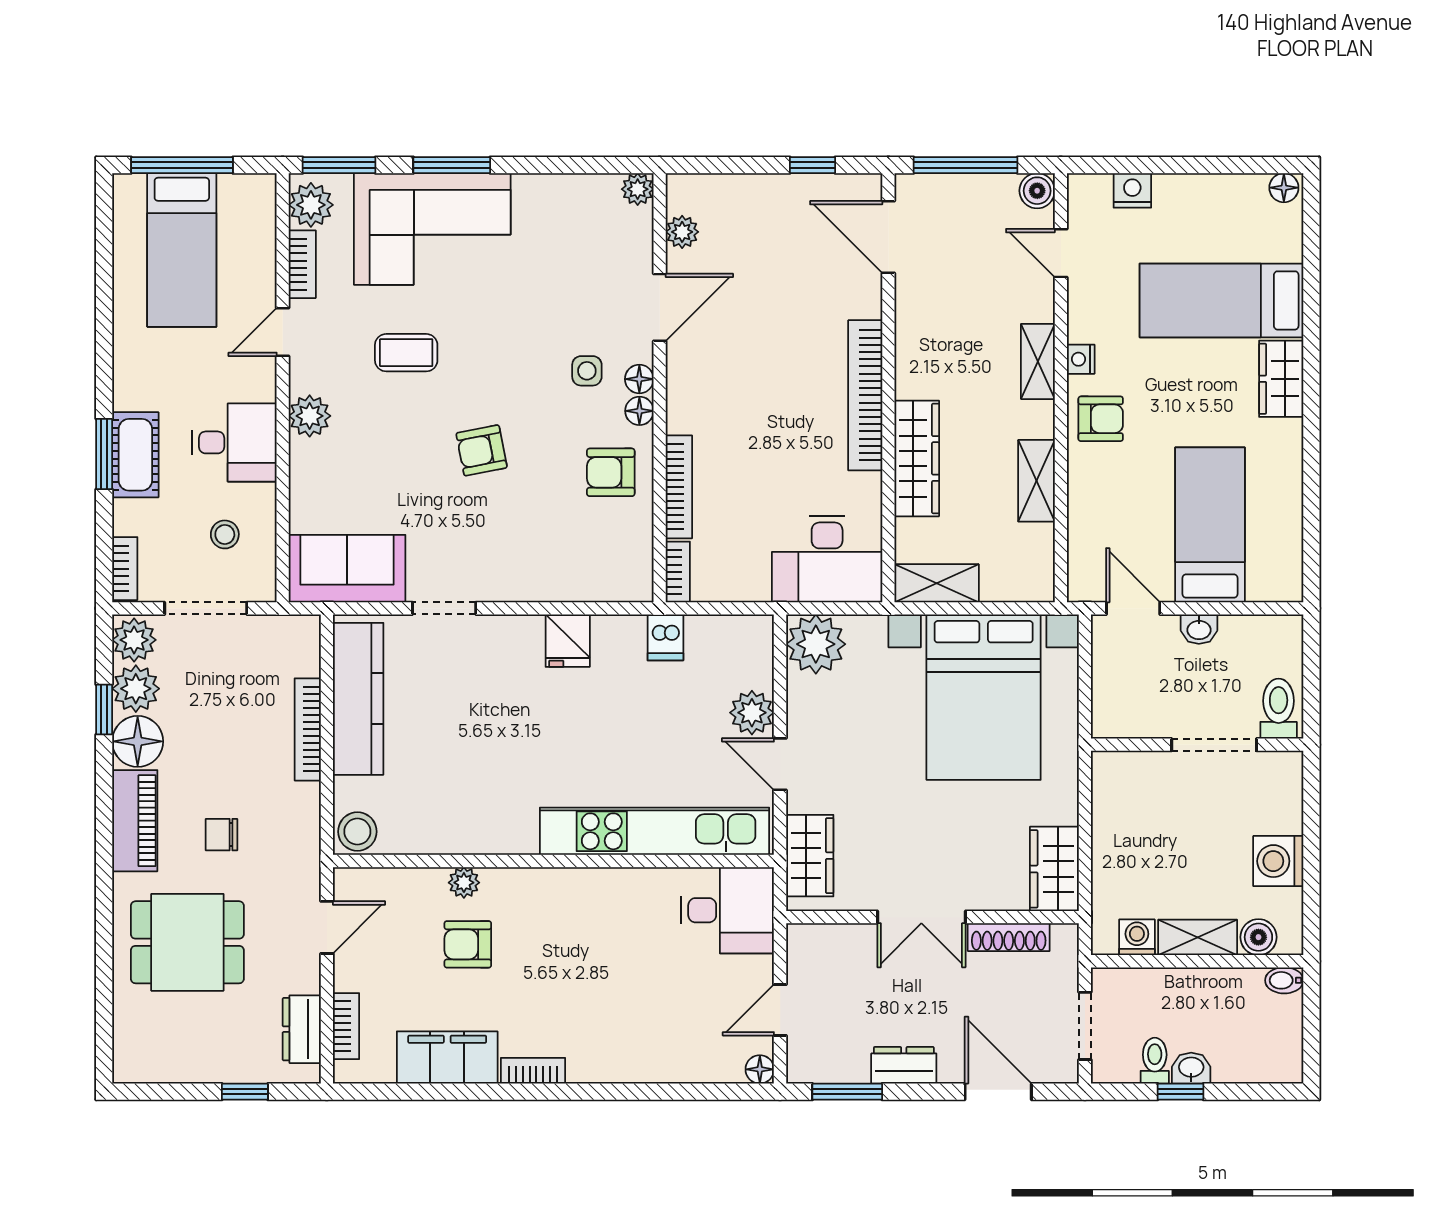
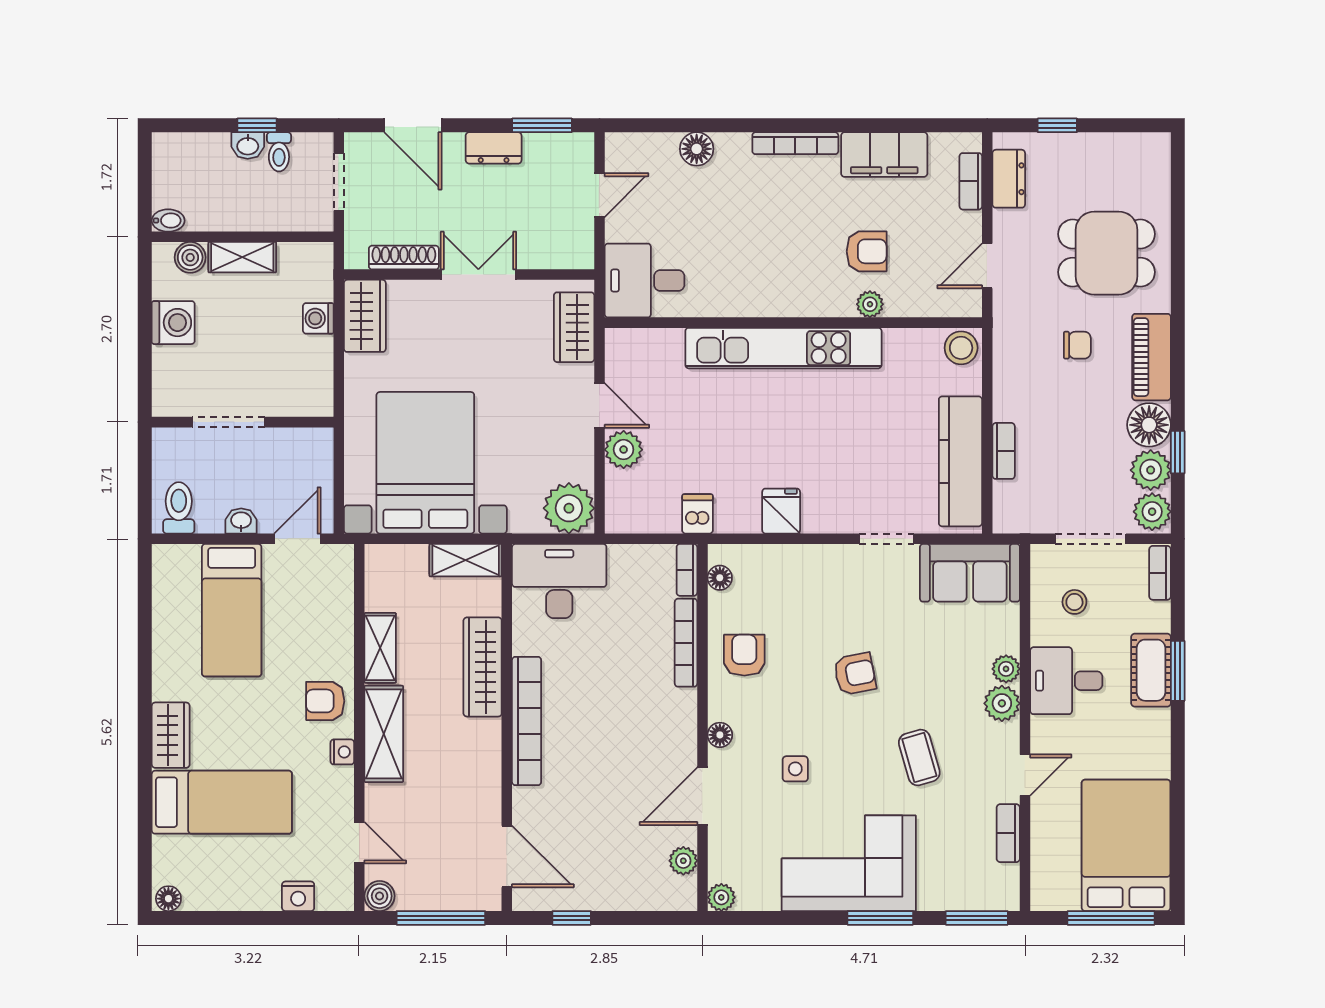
plant: (311, 205) -> (1006, 669), moved, width x0.73, depth x0.73
corner sofa: (432, 229) -> (849, 863), moved
bed: (182, 250) -> (1126, 845), width x1.50
coffee table: (406, 353) -> (919, 757), turned 74
shelving: (1038, 361) -> (384, 734), width x1.50, depth x1.33
side table: (587, 371) -> (795, 769), moved
floor lamp: (639, 411) -> (720, 578), moved
armchair: (611, 472) -> (744, 655), turned -90
door: (1133, 608) -> (297, 539), swing flipped
toilet: (1279, 709) -> (179, 508), moved, turned 180
bookcase: (308, 729) -> (1004, 451), width x0.64
kitchen unit: (655, 831) -> (783, 348), moved
washing machine: (1137, 937) -> (318, 318), moved, turned 90
floor lamp: (760, 1069) -> (697, 149), moved, width x1.37, depth x1.37
bookcase: (533, 1071) -> (795, 143), width x1.56

